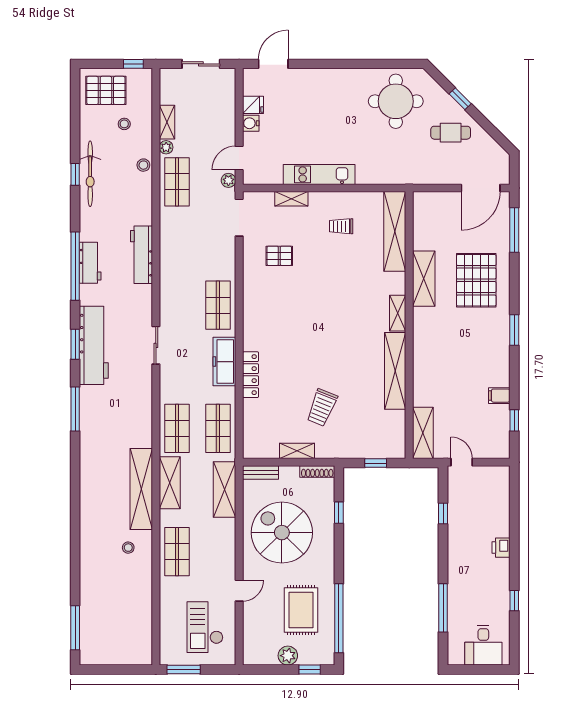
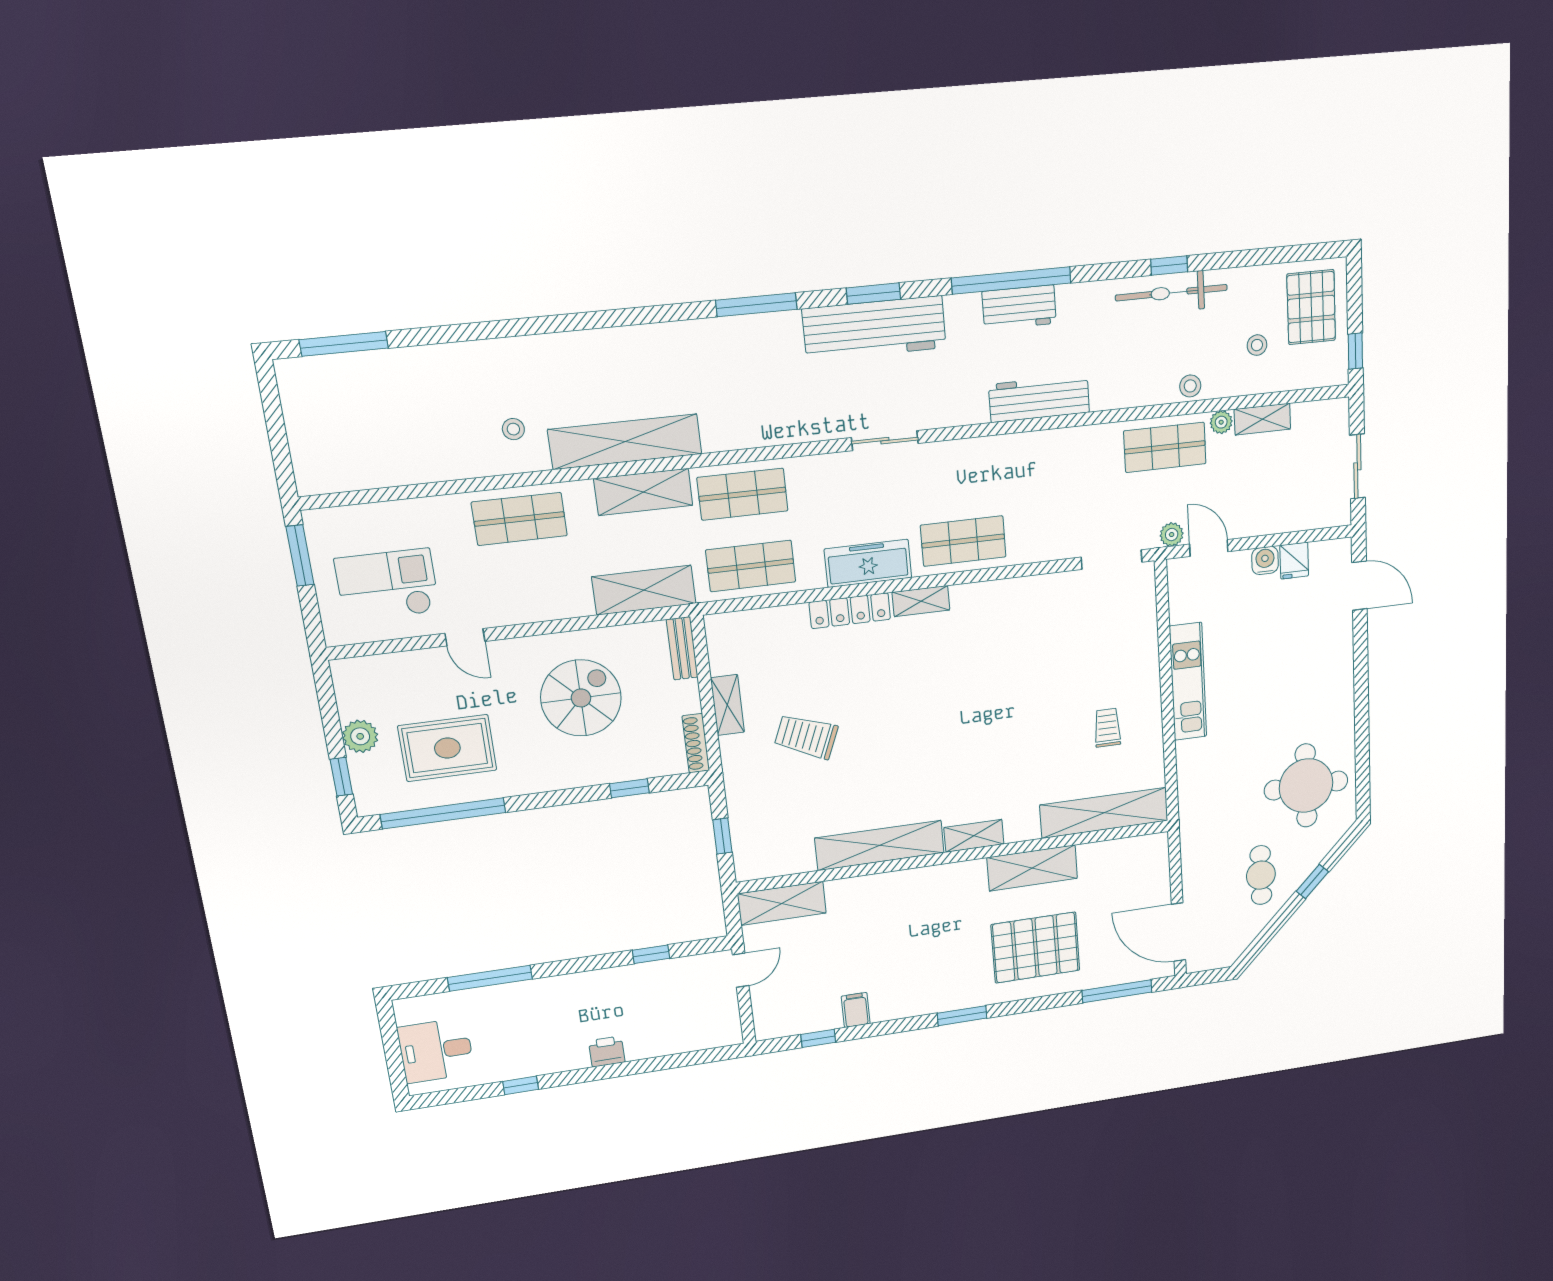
shelving: (291, 199) -> (921, 601), moved, turned 90
pallet: (279, 256) -> (1053, 634), removed
spiral stairs: (282, 533) -> (581, 698), width x0.73, depth x0.73

